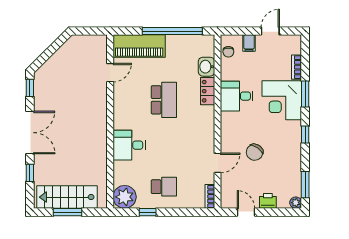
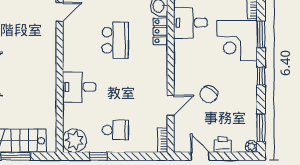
desk: (237, 96) -> (190, 23), moved

